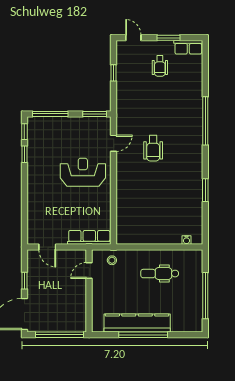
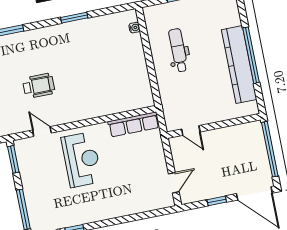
reception desk: (83, 172) -> (82, 160), turned 180
row of seats: (89, 237) -> (134, 124), moved, turned -90
stool: (112, 260) -> (174, 107), removed
dental chair: (160, 274) -> (178, 50), turned 180

